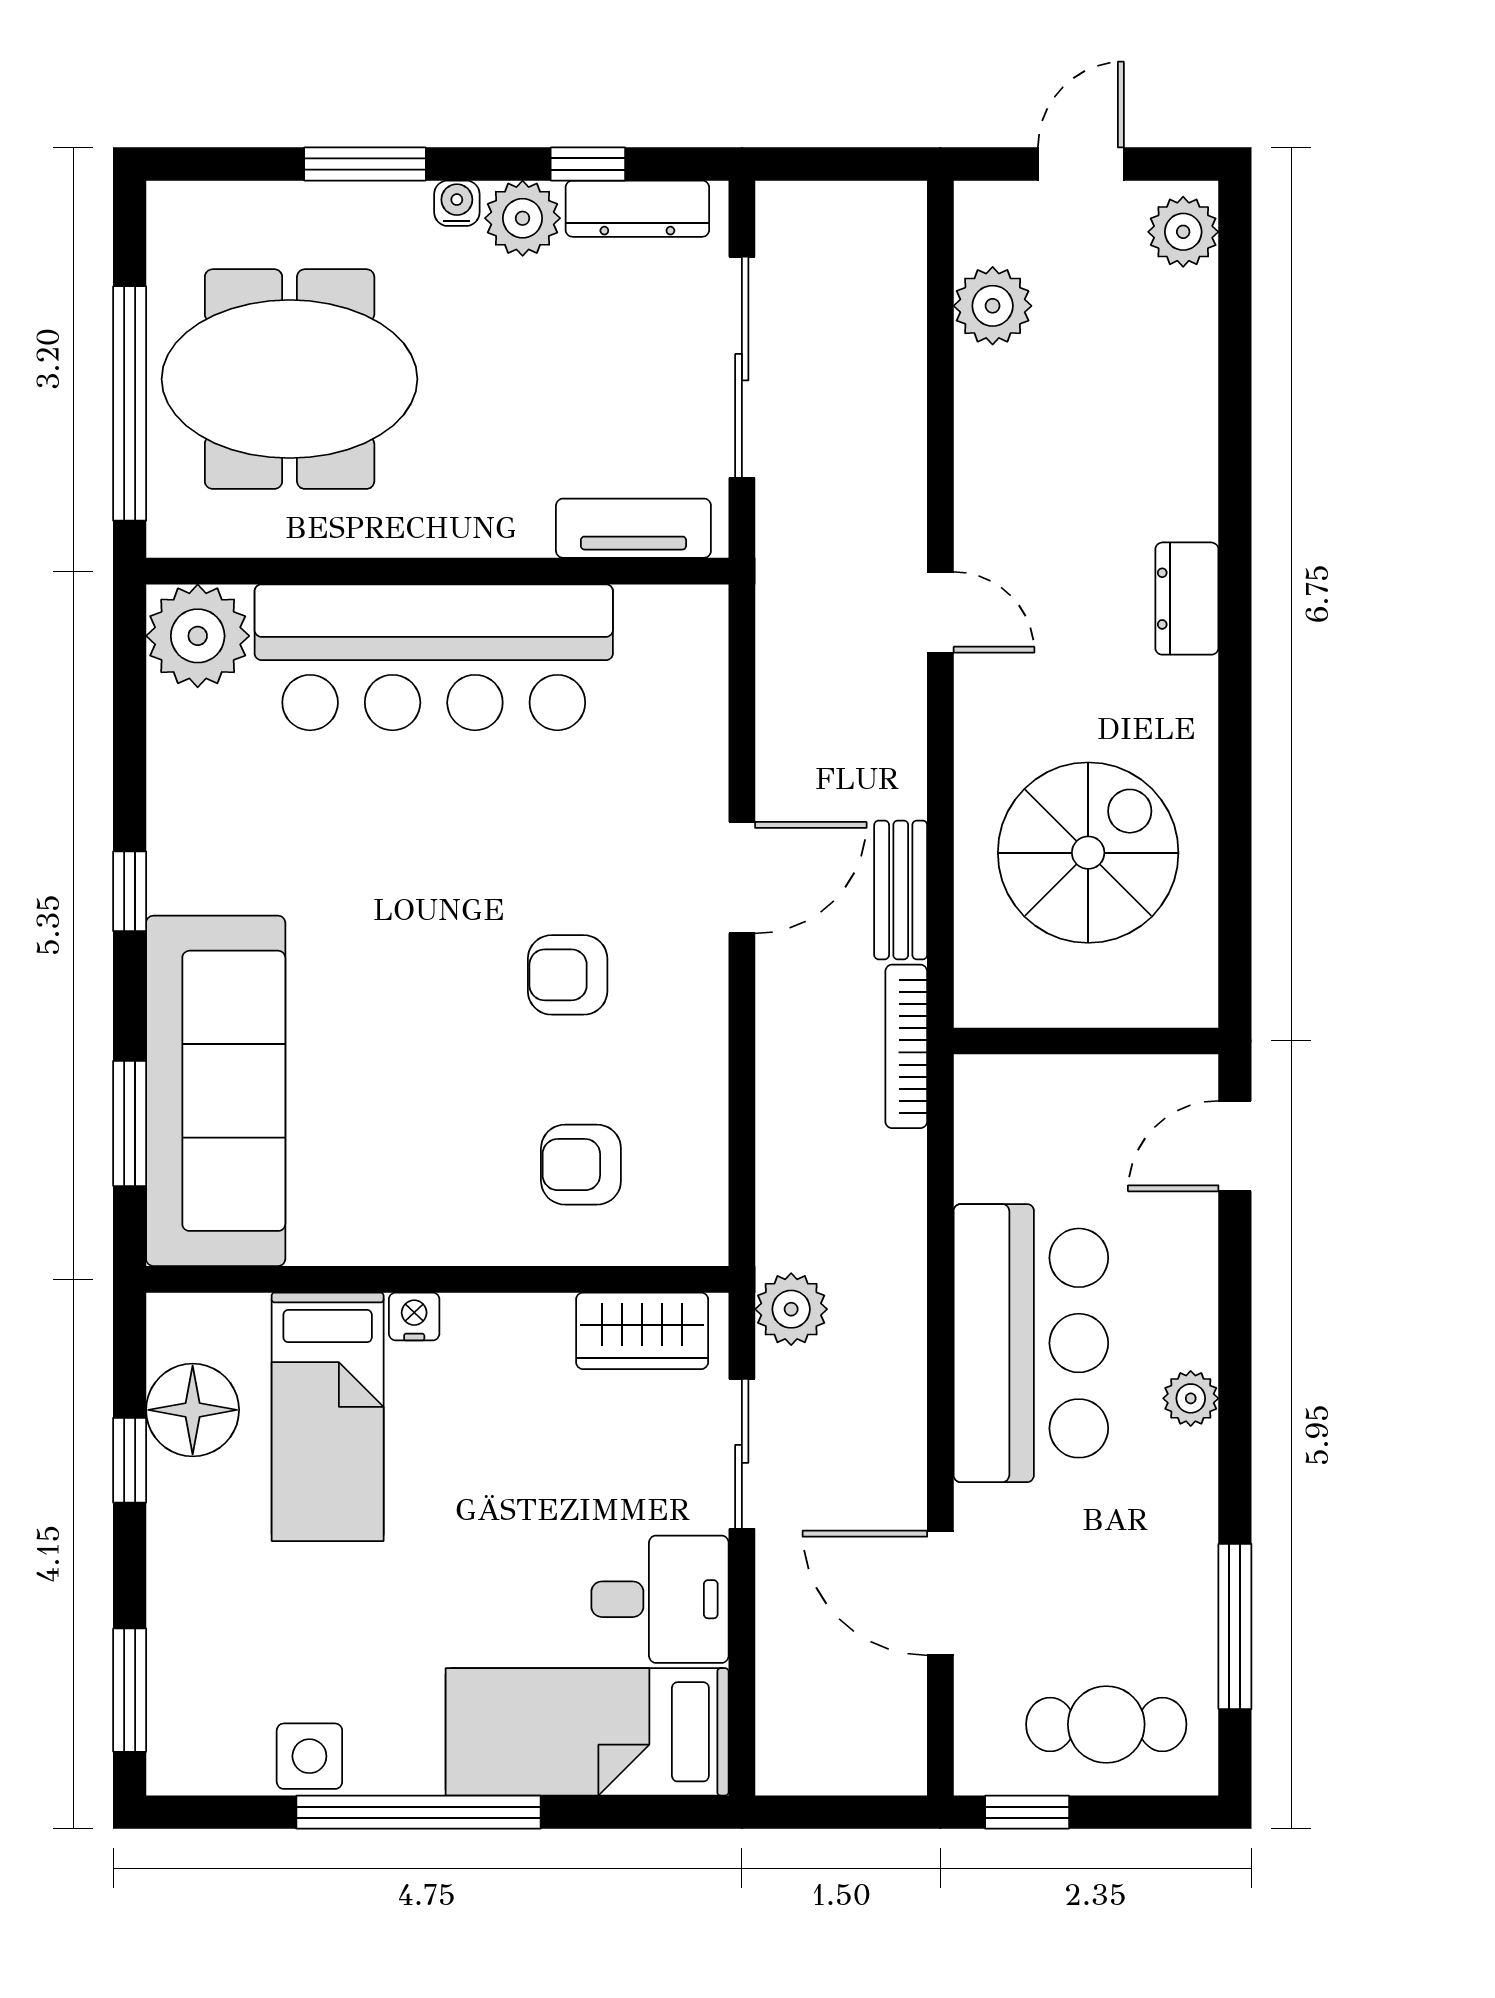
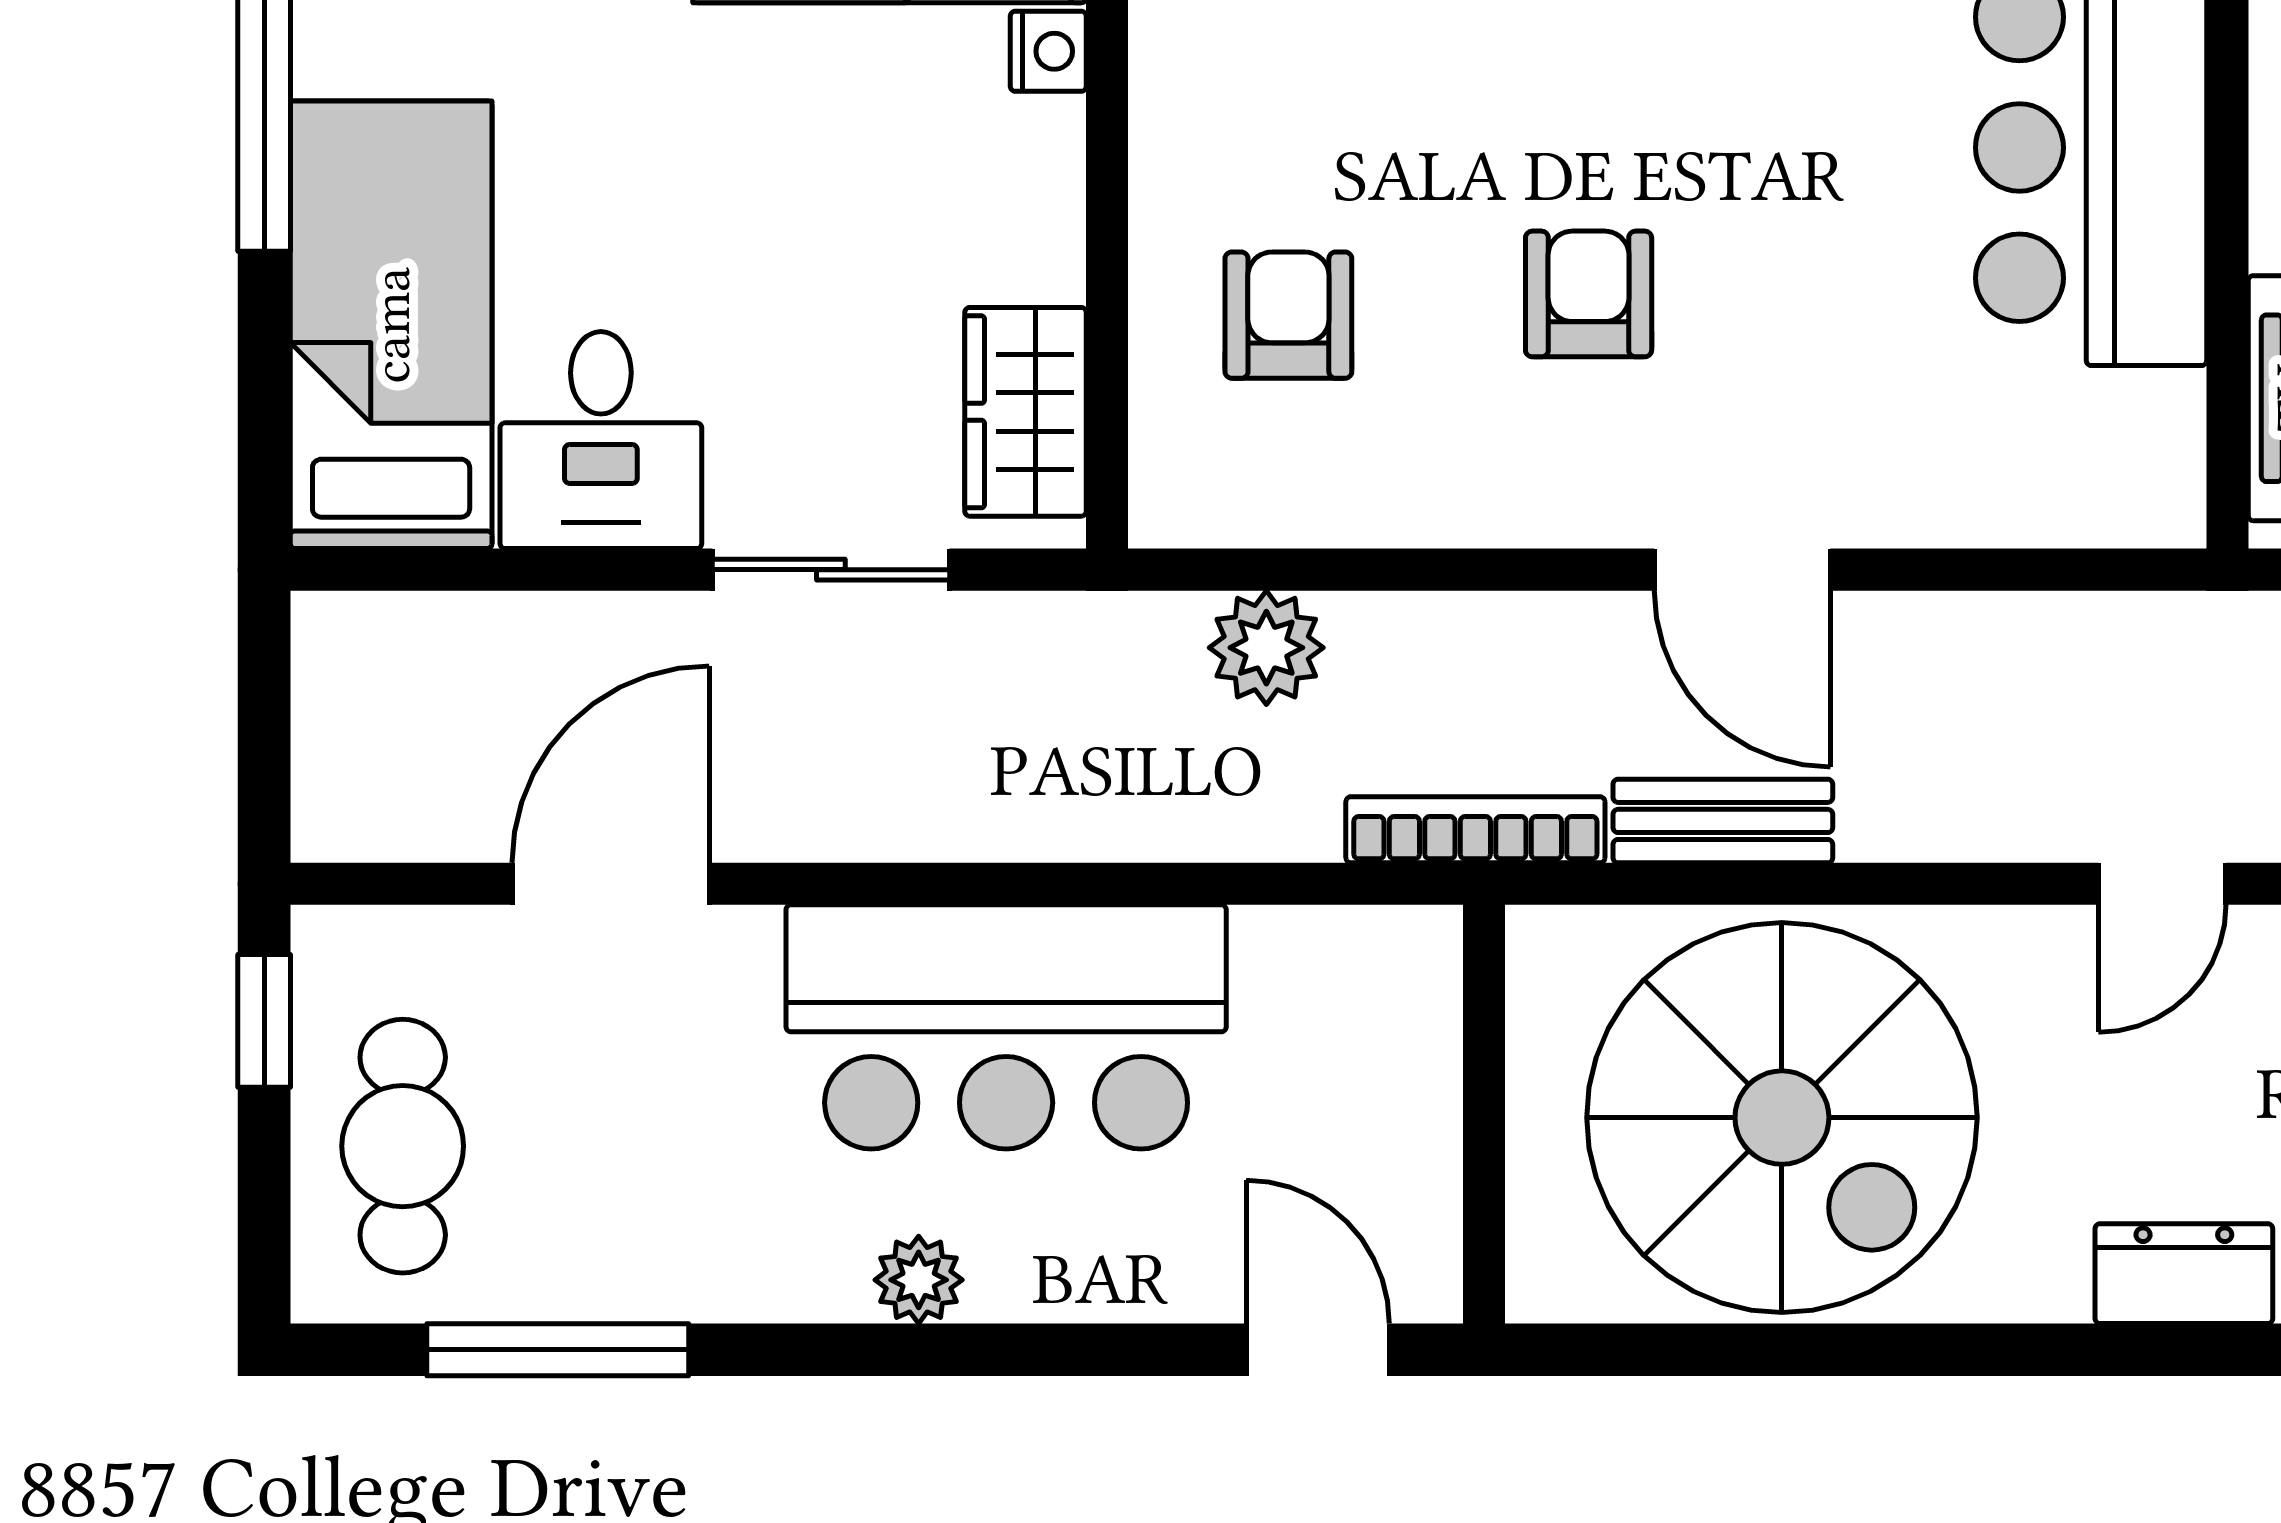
spiral stairs: (1088, 853) -> (1782, 1118), width x1.37, depth x1.37
plant: (791, 1309) -> (1266, 648), moved

